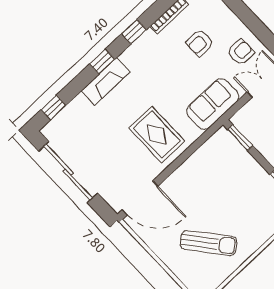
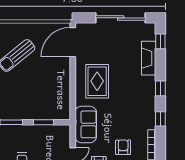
fireplace: (106, 81) -> (149, 58), moved
rug: (157, 134) -> (97, 81), turned 90
window: (240, 138) -> (43, 122), moved

